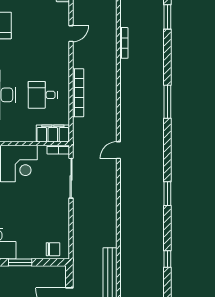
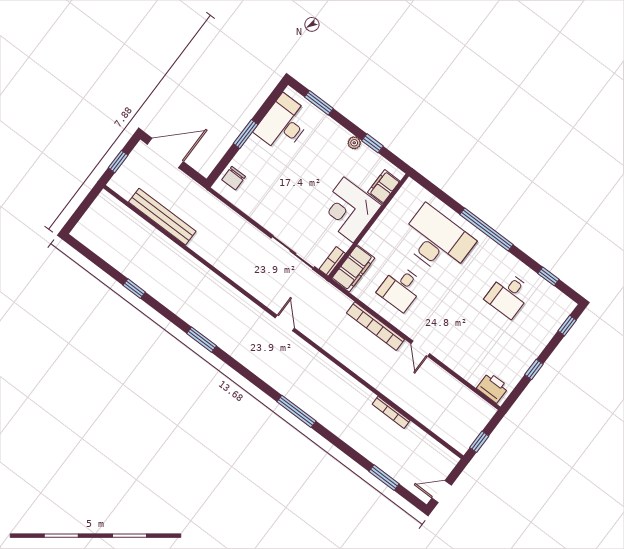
door: (71, 34) -> (420, 349), moved
desk: (43, 95) -> (401, 288), turned 180

